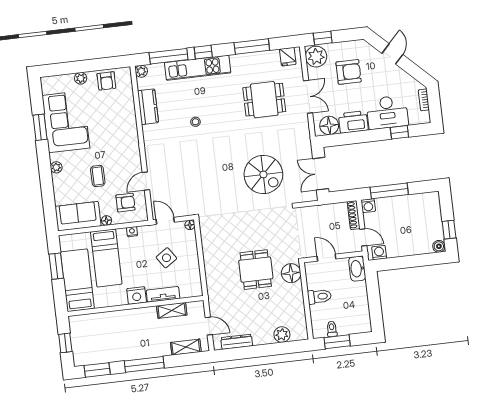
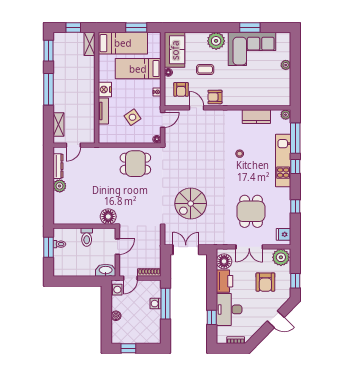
window: (323, 38) -> (295, 281), moved
window: (252, 46) -> (295, 206), width x0.46
armchair: (106, 81) -> (215, 97), moved
plant: (56, 167) -> (216, 41), width x1.87, depth x1.87
washing machine: (368, 206) -> (155, 304), moved
boiler: (439, 246) -> (116, 316), moved
dining table: (256, 270) -> (135, 164), moved
shelving: (172, 310) -> (89, 44), moved
plant: (282, 335) -> (60, 186), moved

